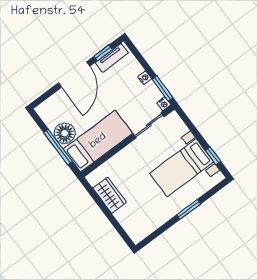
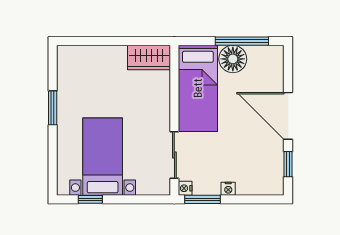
tv unit: (112, 58) -> (276, 170), removed
window: (58, 147) -> (242, 41), moved
wardrobe: (110, 195) -> (149, 57), moved
window: (189, 209) -> (53, 108), moved

